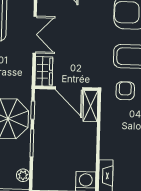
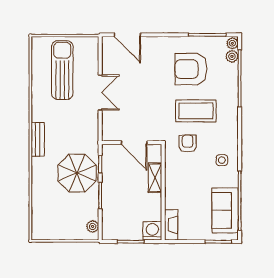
wardrobe: (44, 71) -> (110, 127), removed
shelving: (90, 106) -> (155, 178), moved

